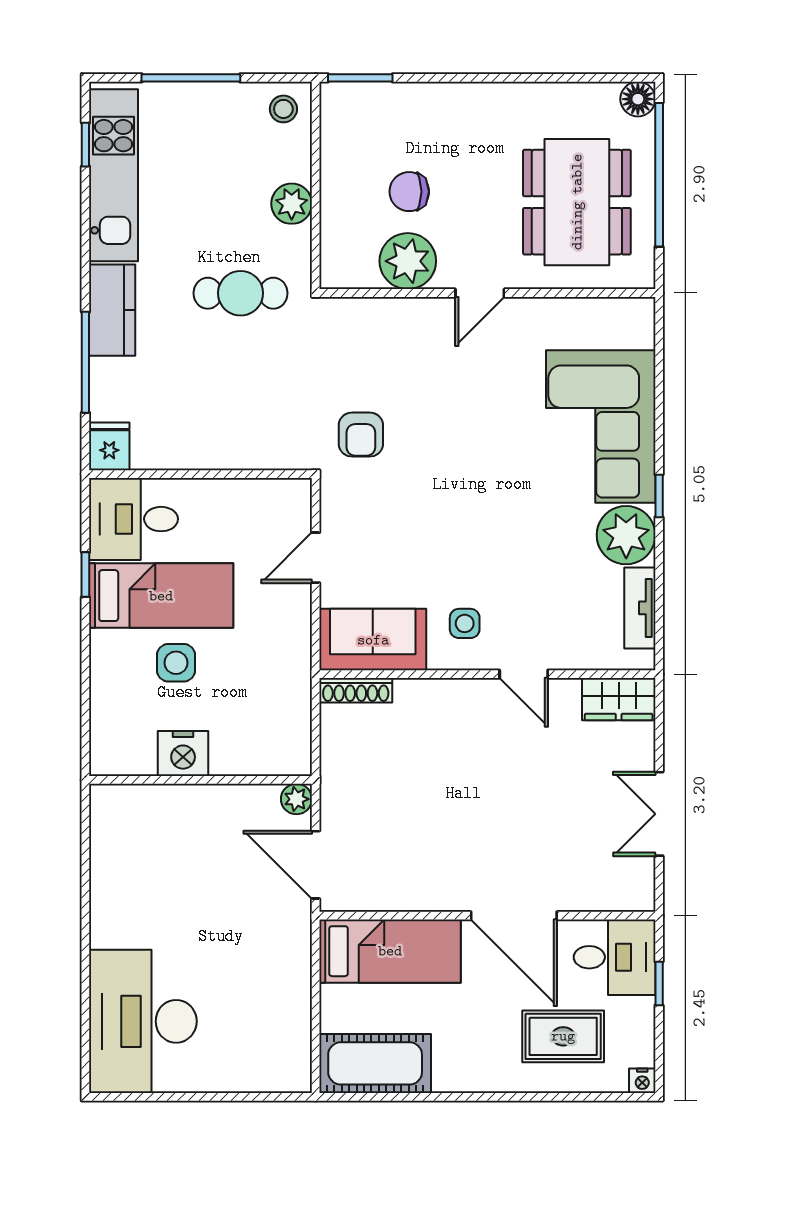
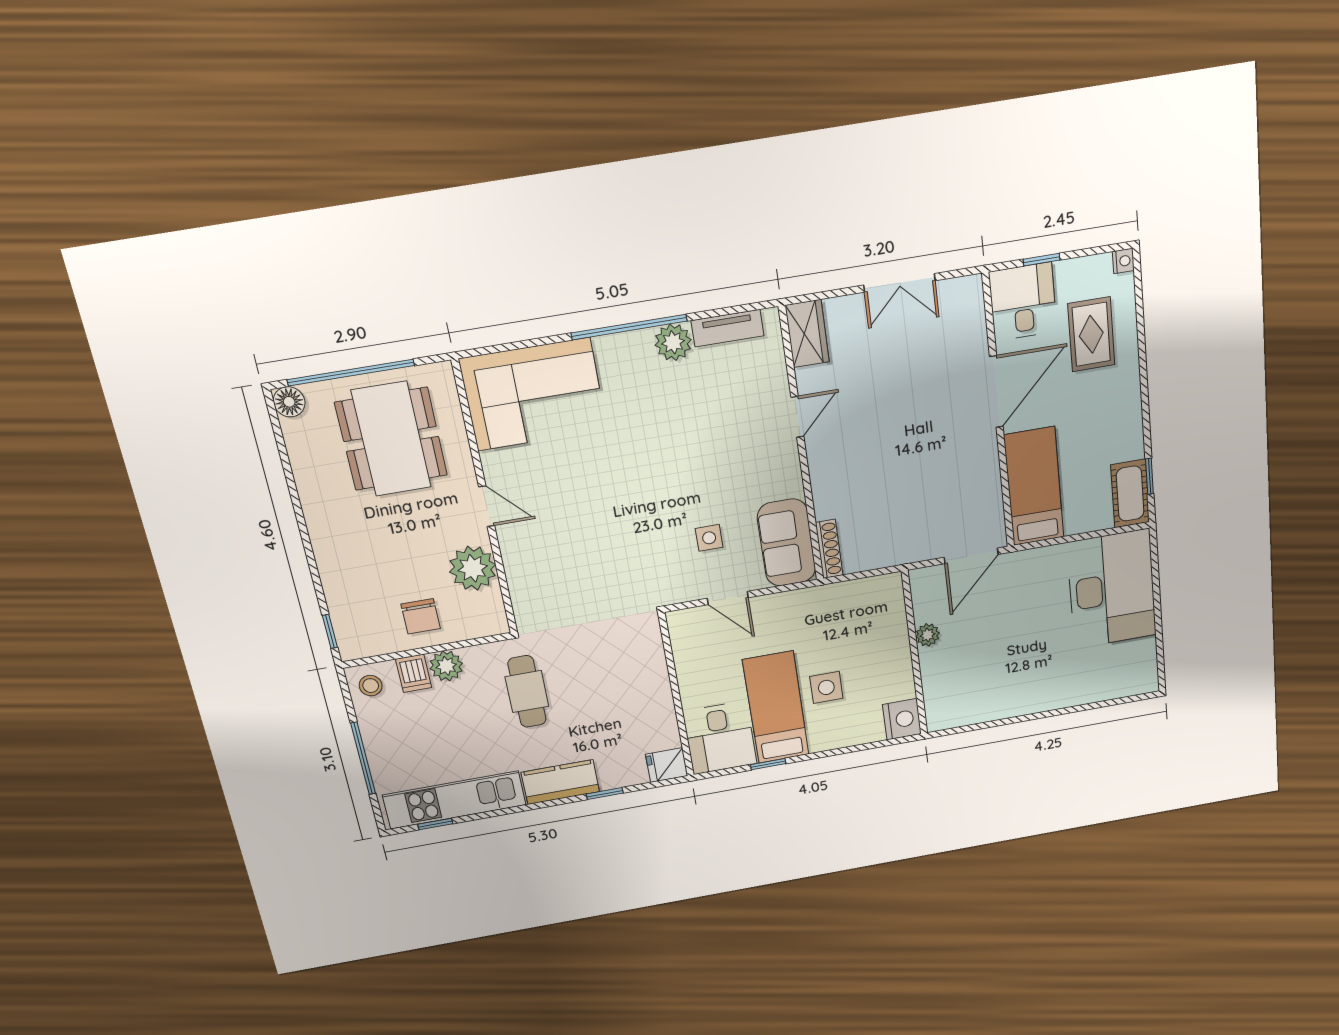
window: (360, 78) -> (330, 631), width x0.67
dishwasher: (290, 163) -> (414, 673), added
chair: (409, 192) -> (421, 616), moved
dining table: (577, 202) -> (391, 439), turned 90
window: (85, 362) -> (605, 794), width x0.46
corner sofa: (601, 426) -> (533, 394), moved
armchair: (361, 435) -> (622, 580), removed
window: (659, 496) -> (629, 327), width x3.17
plant: (626, 535) -> (673, 342), width x0.73, depth x0.73
side table: (465, 623) -> (709, 538), moved
nightstand: (183, 753) -> (902, 719), moved
plant: (296, 799) -> (928, 635), moved
desk: (143, 1021) -> (1112, 589), moved, turned -90
cot: (375, 1063) -> (1130, 494), width x0.73, depth x0.75
window: (378, 1097) -> (1150, 476), added

